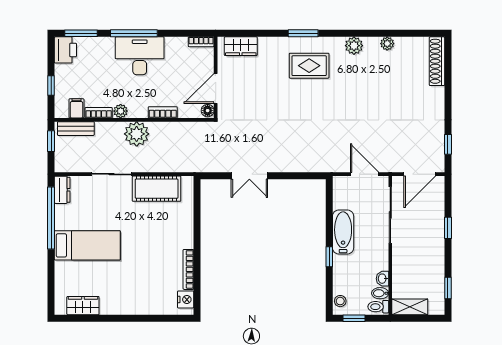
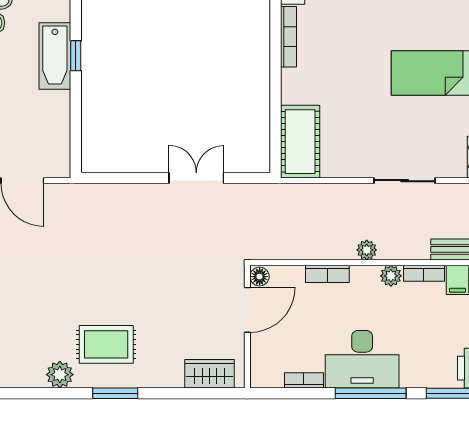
bookcase: (201, 42) -> (304, 380), moved
plant: (354, 46) -> (60, 375), moved
plant: (137, 134) -> (367, 250), width x0.53, depth x0.53
cot: (157, 189) -> (300, 142), moved, turned 90
bathtub: (343, 232) -> (55, 56), moved

